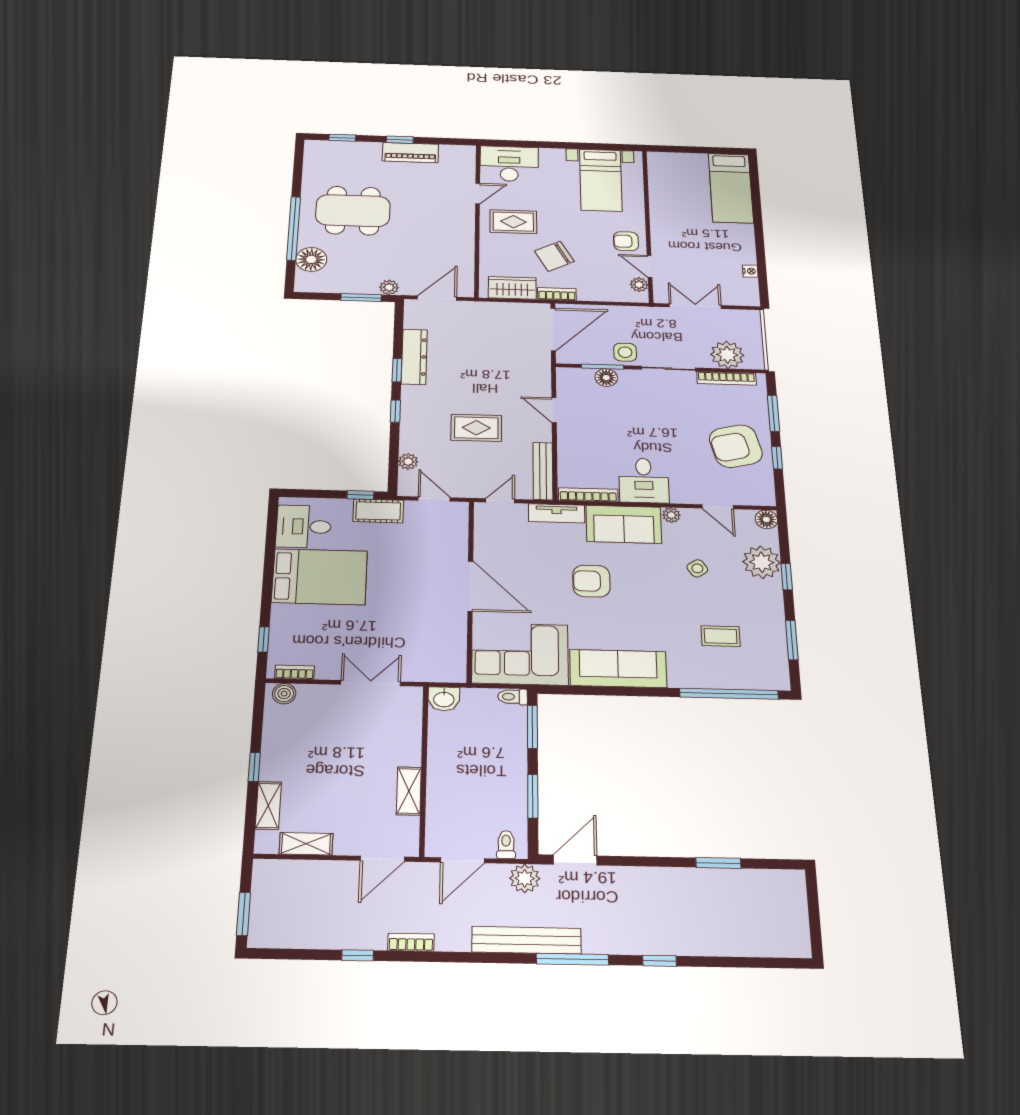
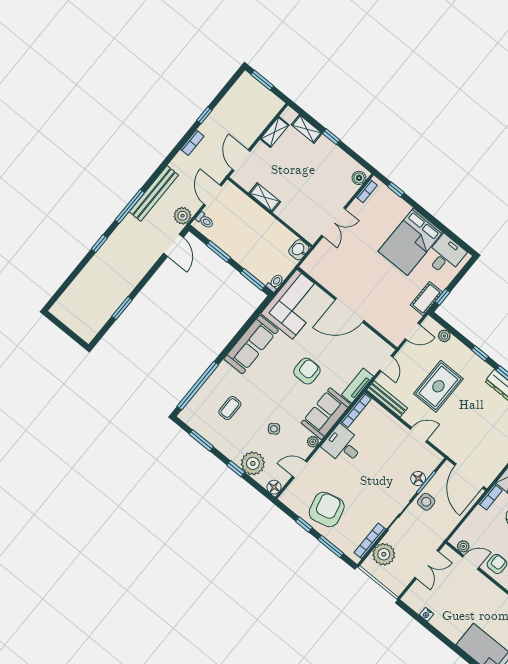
rug: (476, 428) -> (438, 386), width x1.36, depth x1.43

